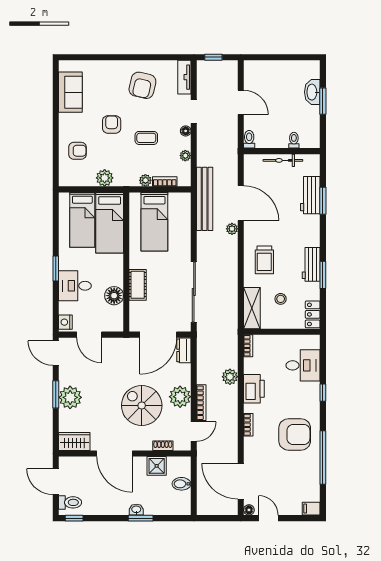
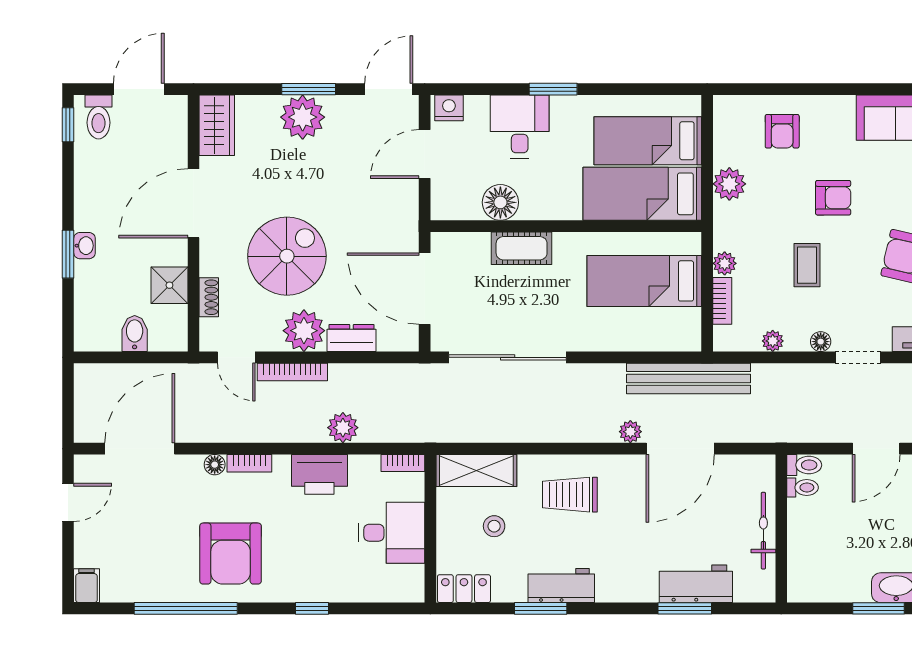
toilet: (294, 140) -> (803, 487), moved
dresser: (184, 350) -> (352, 338), moved
desk: (303, 365) -> (392, 533), moved, turned -90
floor lamp: (249, 510) -> (215, 465), moved

